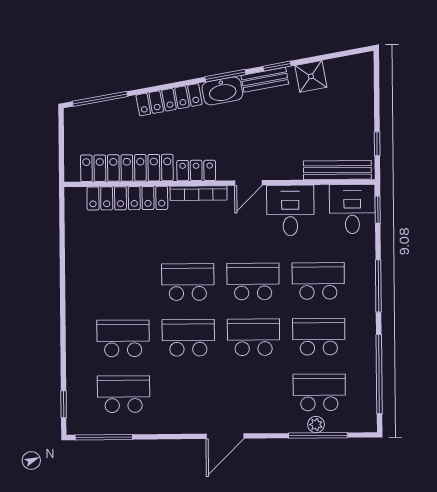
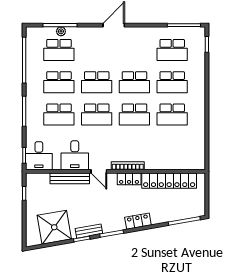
shower: (311, 76) -> (54, 227), width x1.86, depth x1.86
washbasin: (222, 91) -> (113, 225), removed
locker: (169, 100) -> (138, 221), width x0.66
bench: (337, 170) -> (70, 178), moved
door: (248, 183) -> (99, 171), swing flipped
locker: (127, 198) -> (169, 163), removed
school desk: (123, 283) -> (172, 114), added

